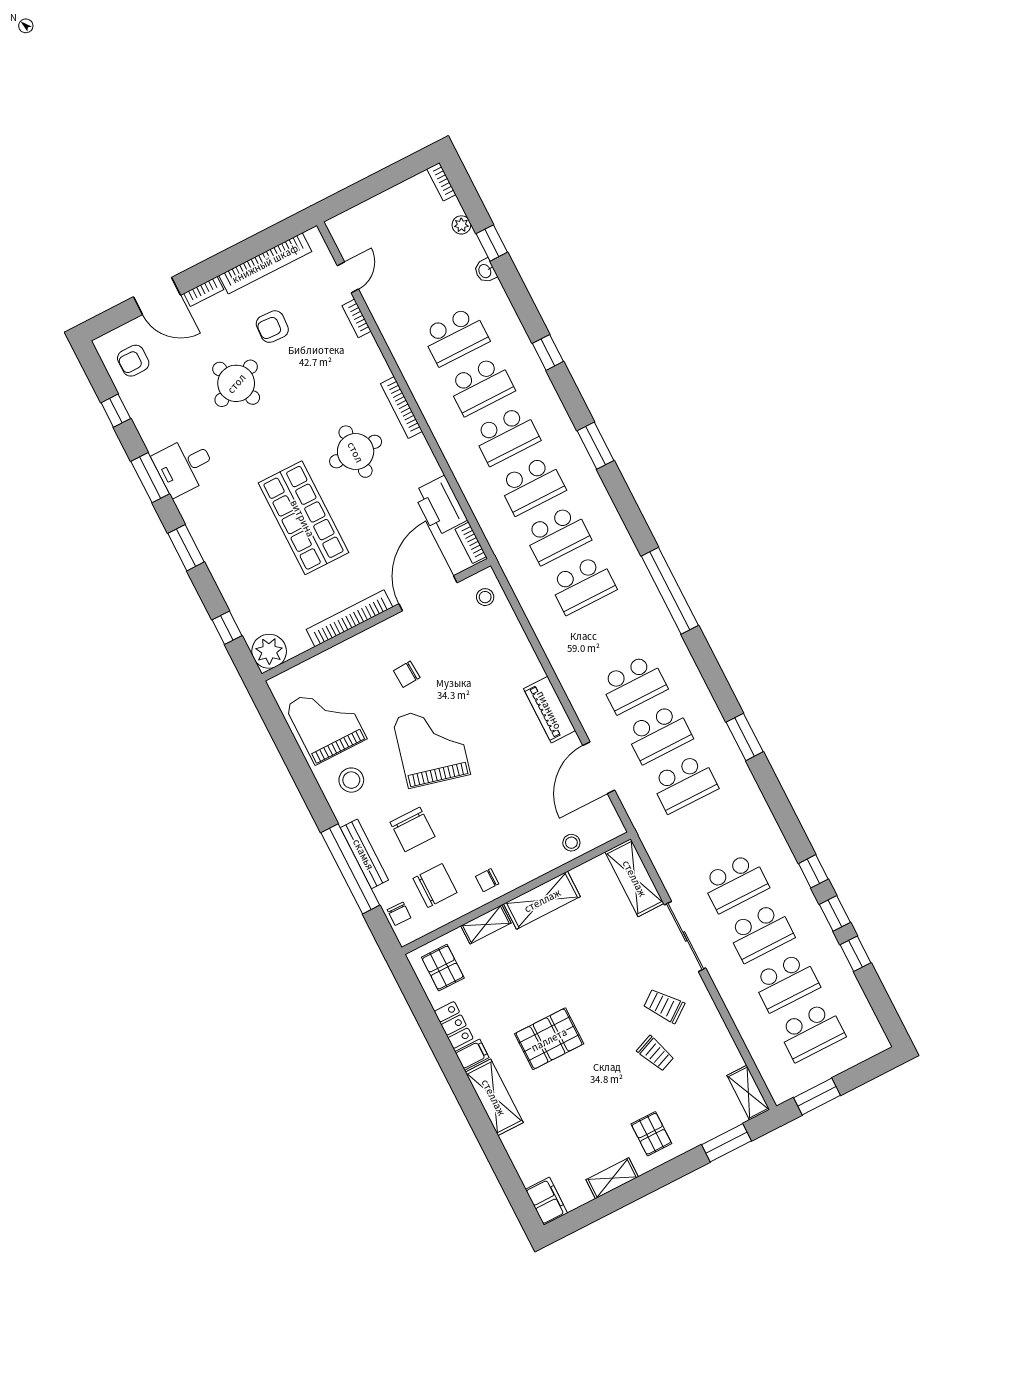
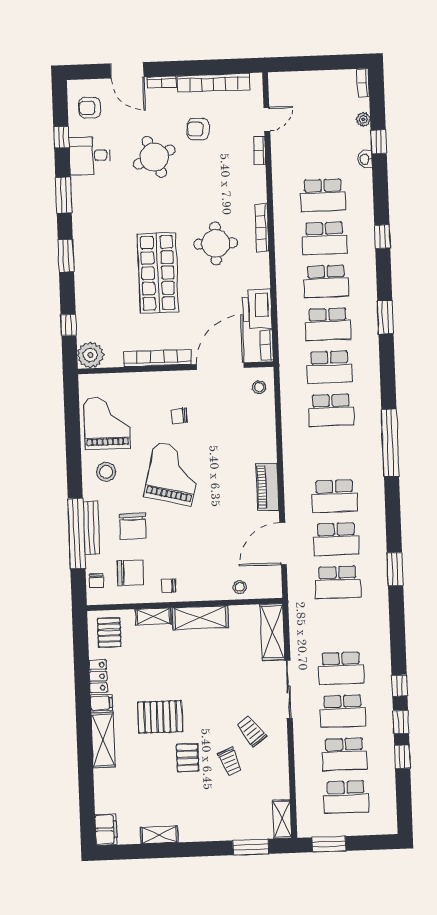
desk: (184, 466) -> (90, 156), moved
pallet: (651, 1134) -> (187, 758), moved

